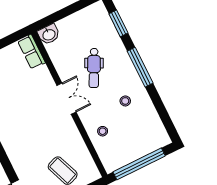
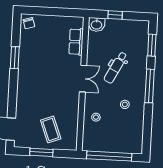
window: (63, 13) -> (115, 15), added
row of seats: (31, 52) -> (76, 42), moved

